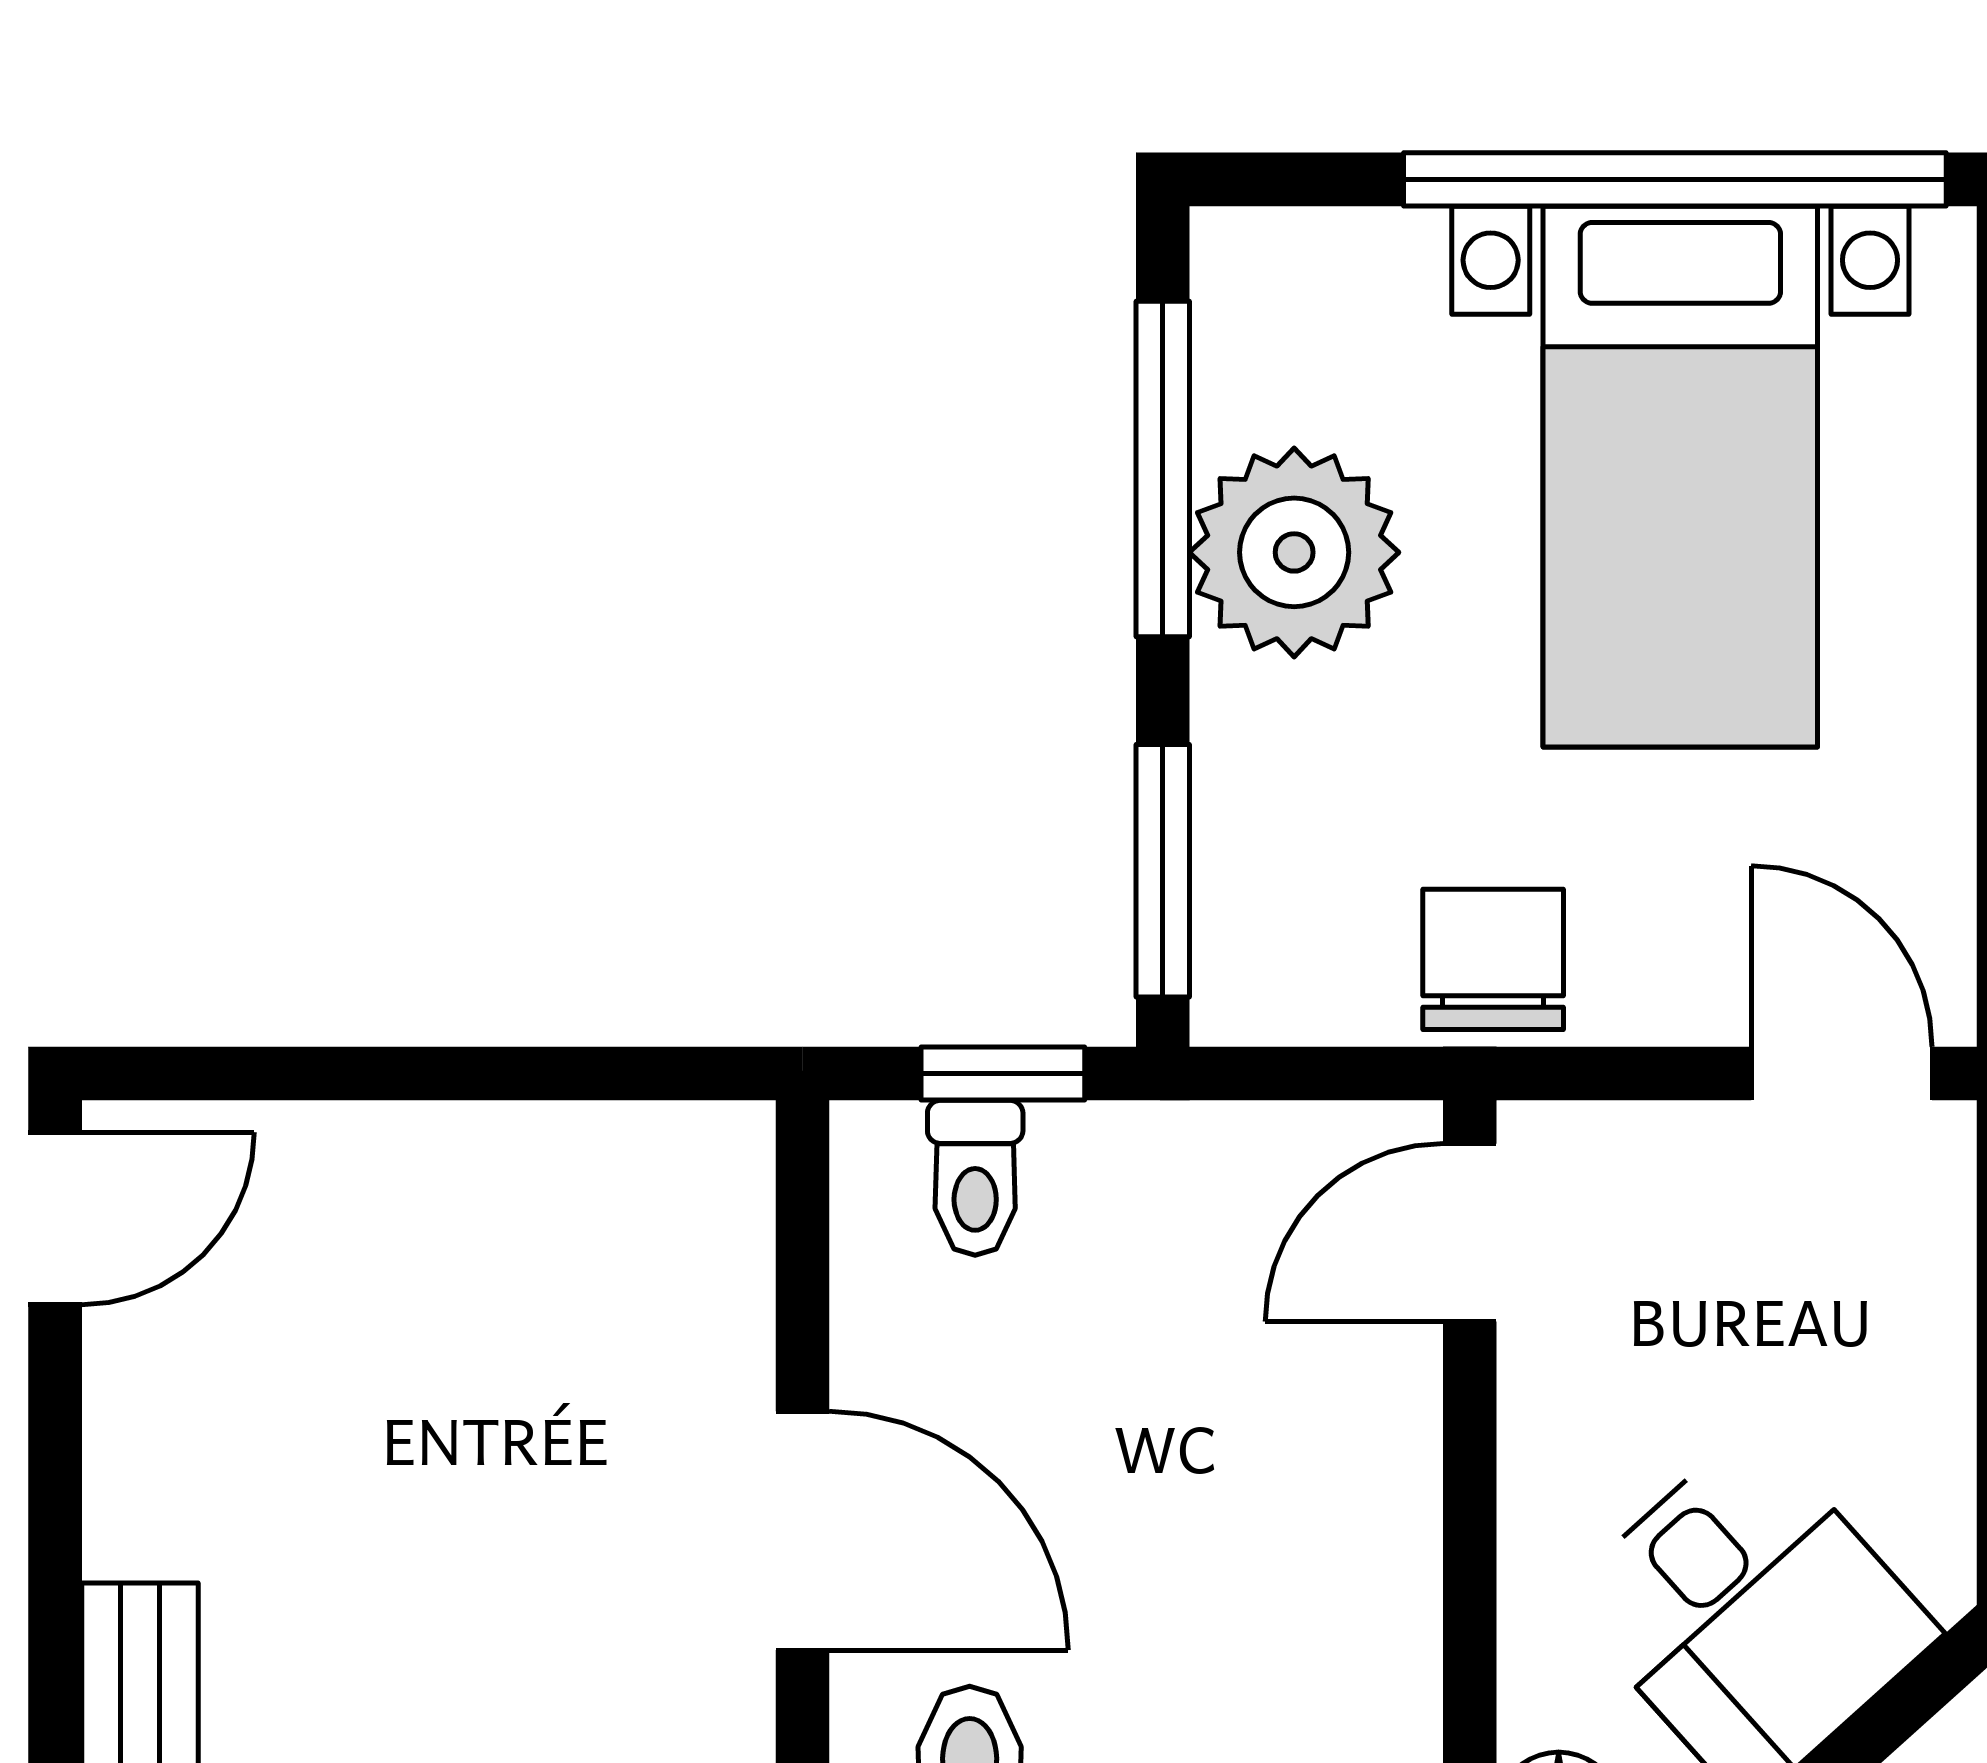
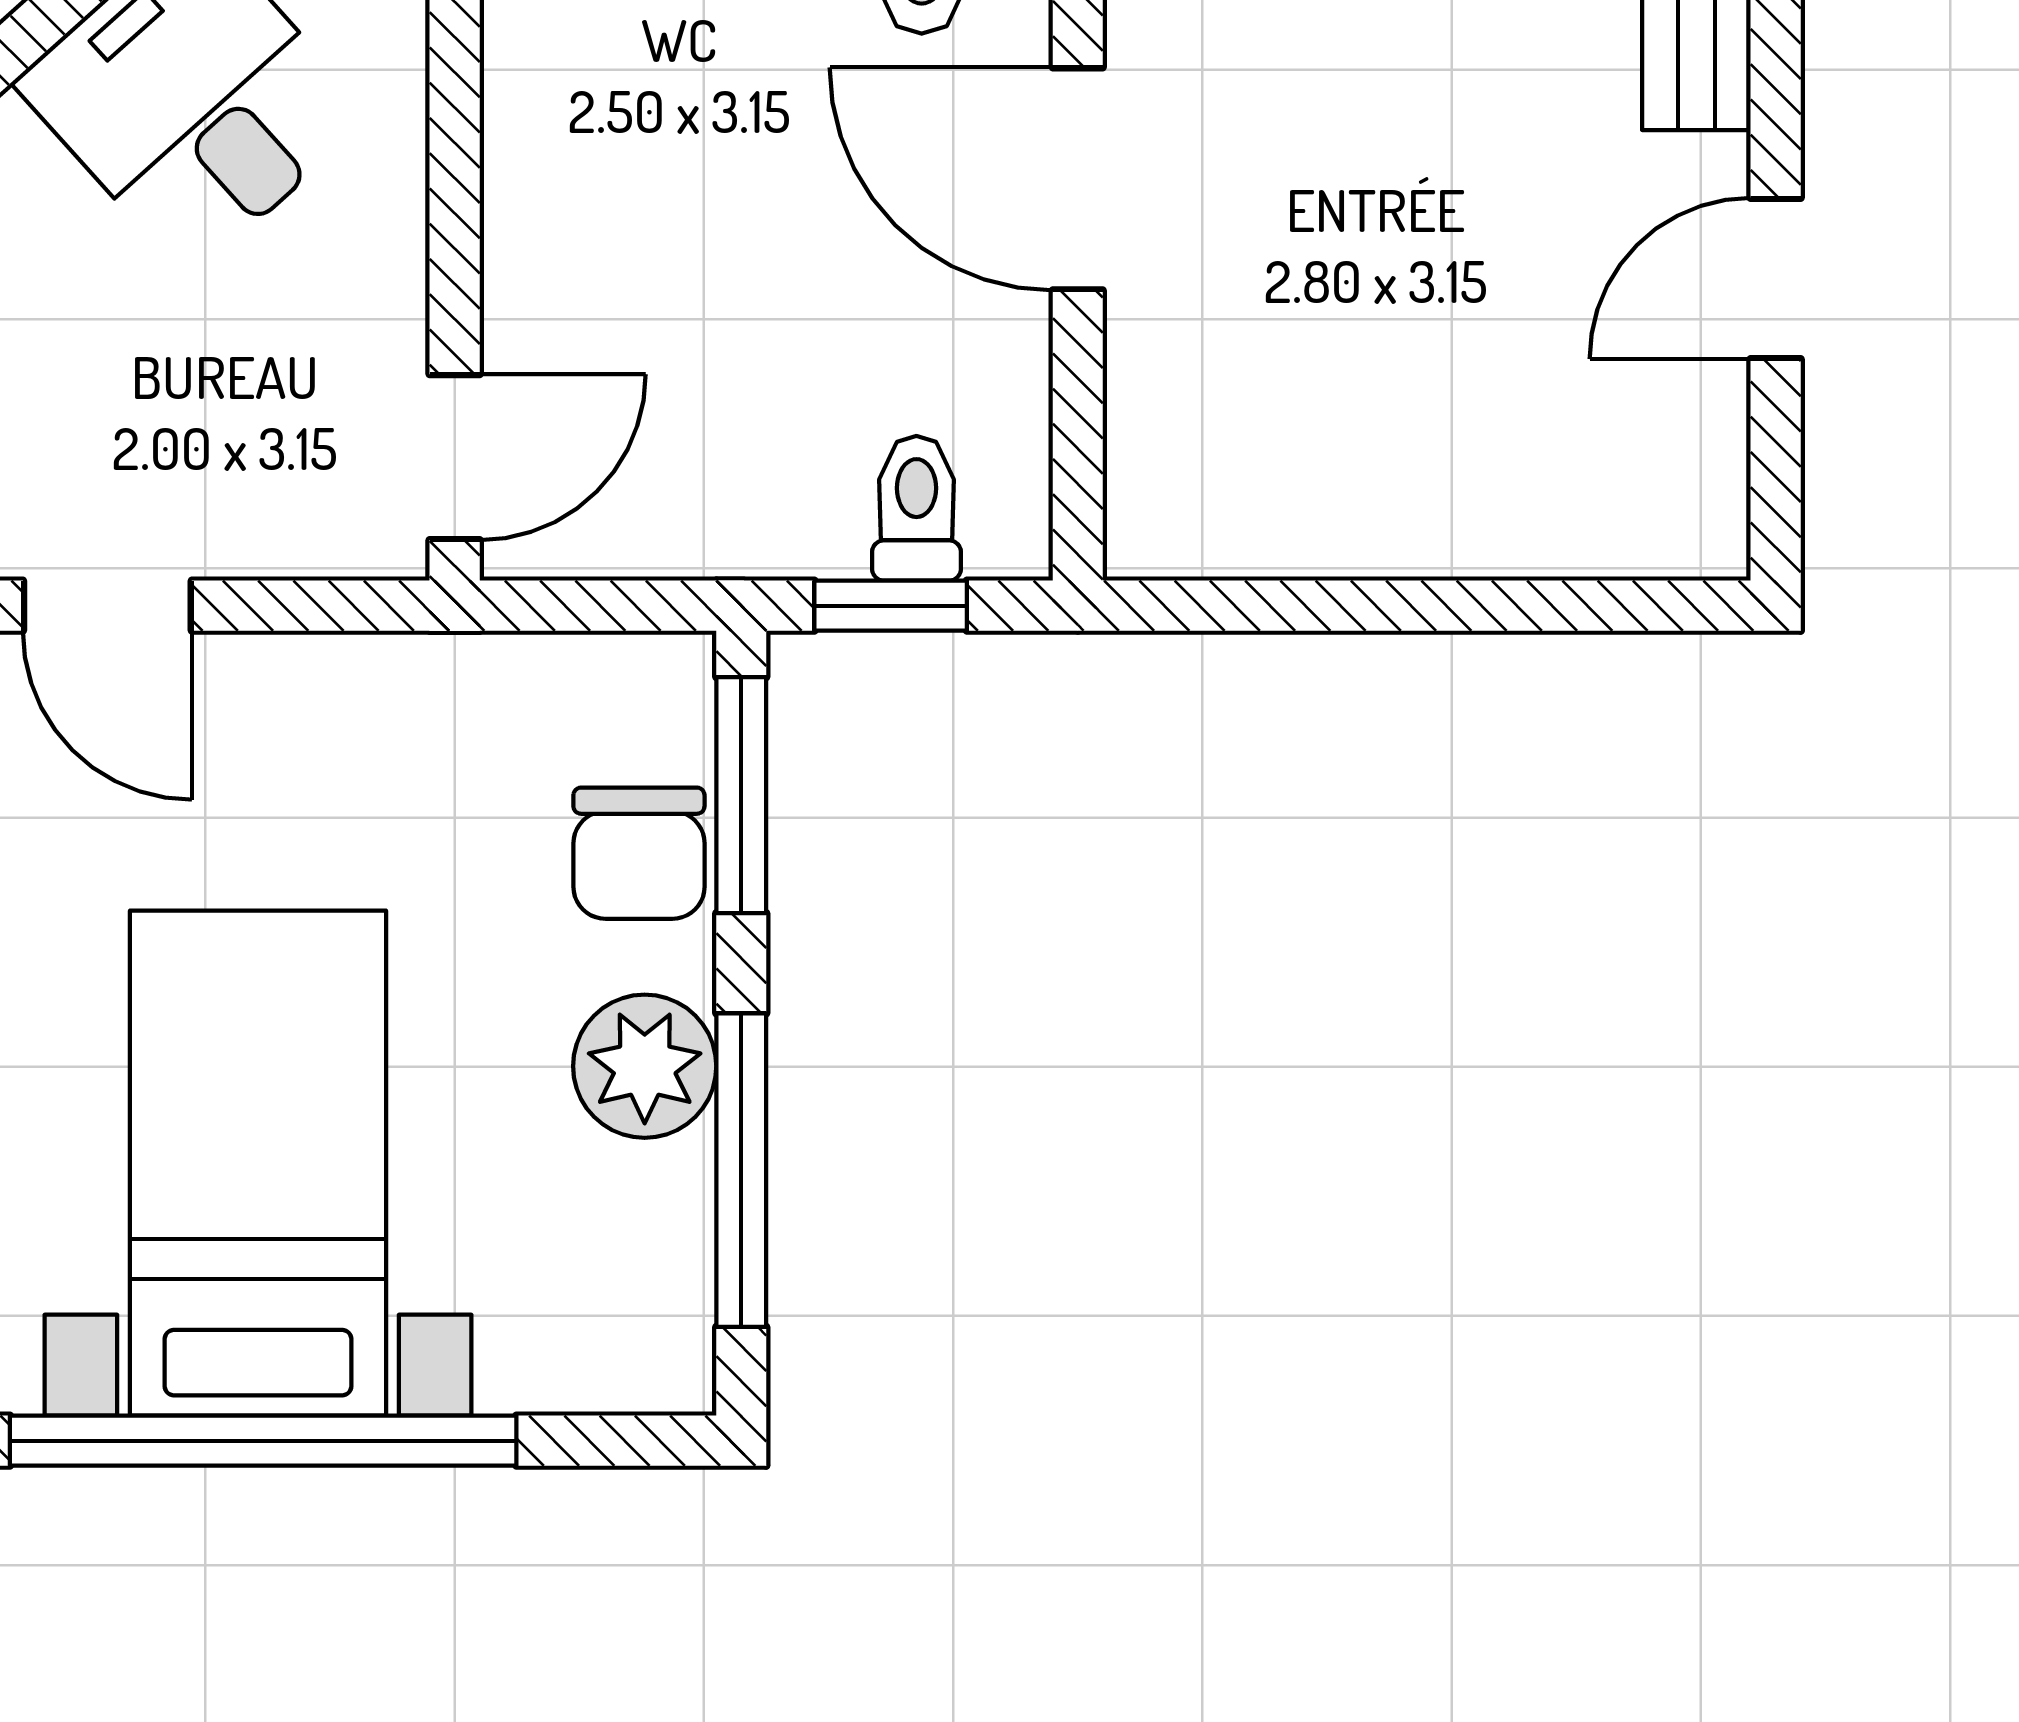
plant: (1294, 552) -> (645, 1066), width x0.73, depth x0.73
chair: (1493, 959) -> (639, 853), moved
door: (55, 1218) -> (1776, 279), moved

